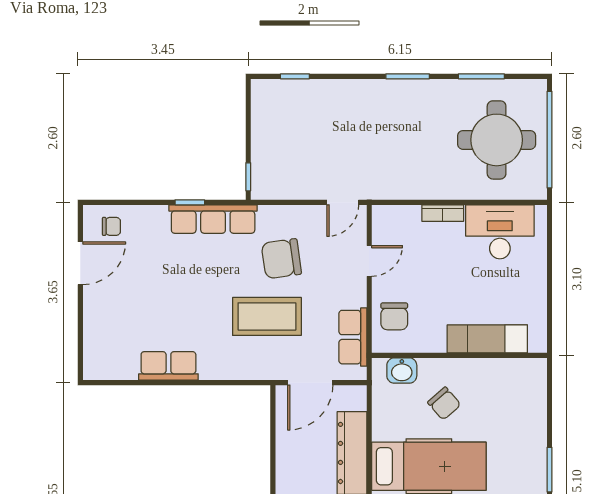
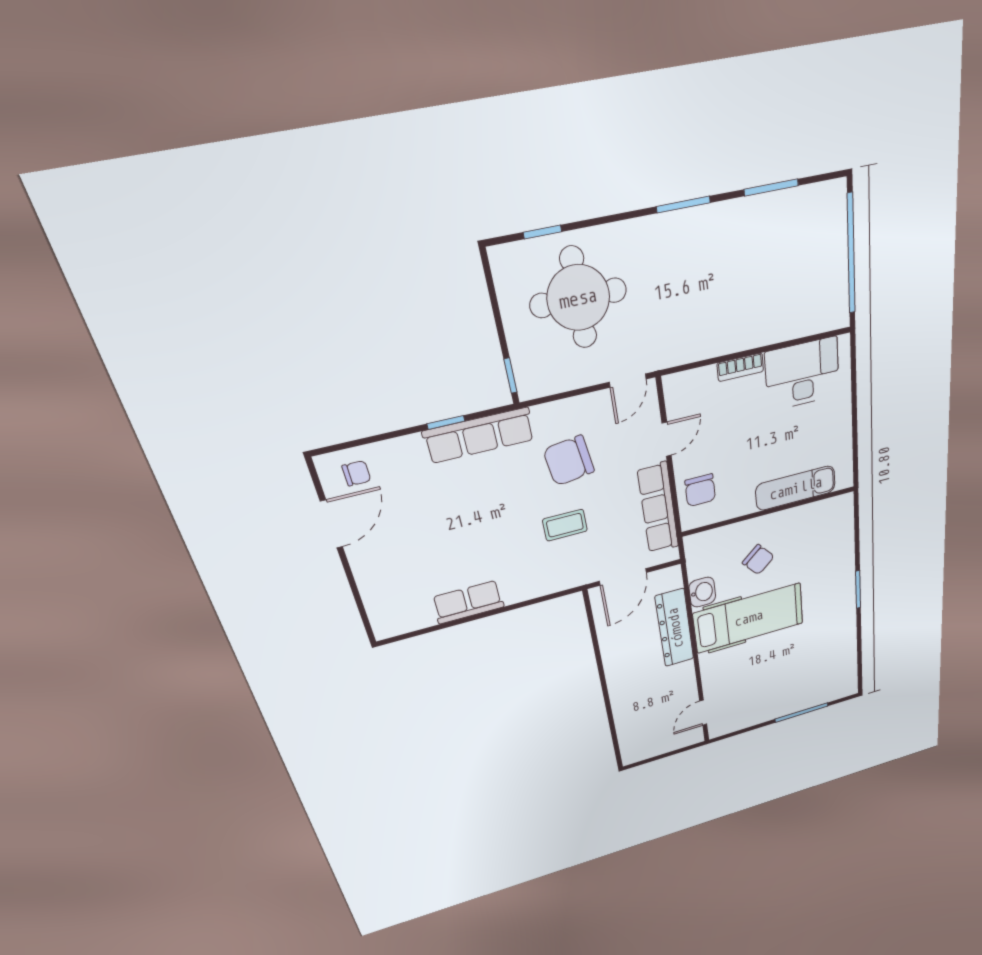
round table: (497, 140) -> (578, 298), moved
coffee table: (267, 316) -> (565, 525), width x0.54, depth x0.58
row of seats: (353, 337) -> (658, 508), width x1.48
washbasin: (402, 371) -> (702, 592), moved, turned -90

